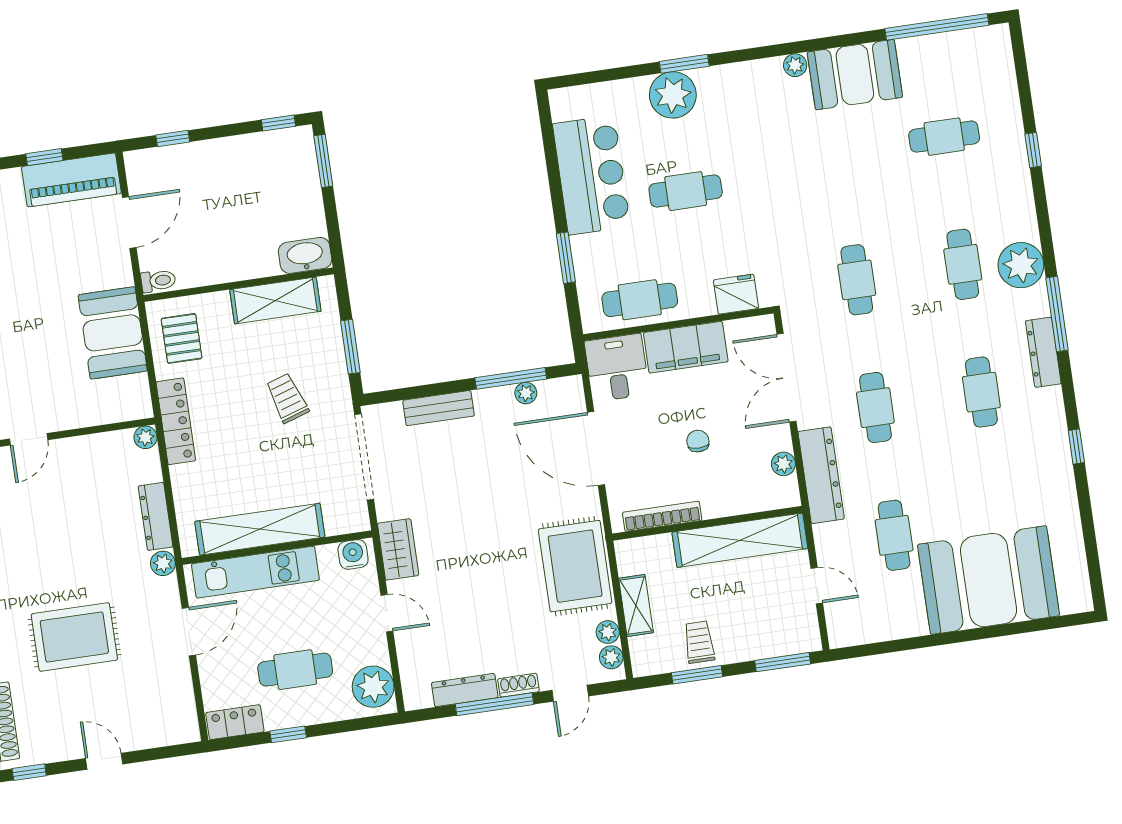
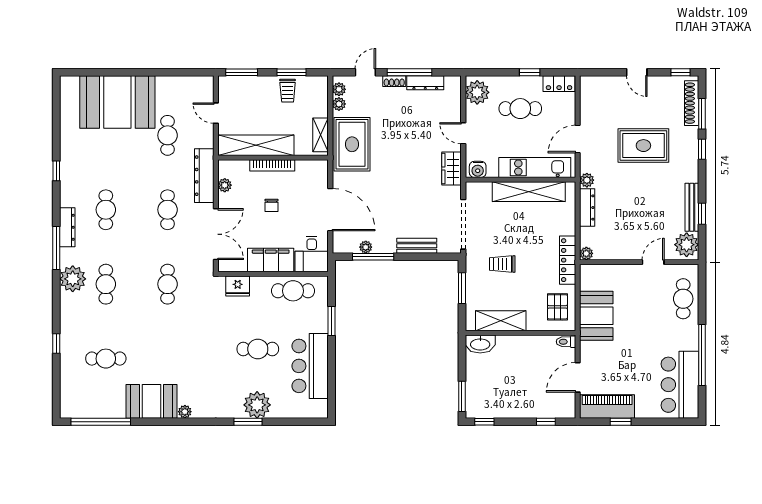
trolley: (287, 398) -> (502, 264), turned 108
bookcase: (662, 516) -> (272, 165), moved
shelving: (636, 606) -> (321, 135), moved

